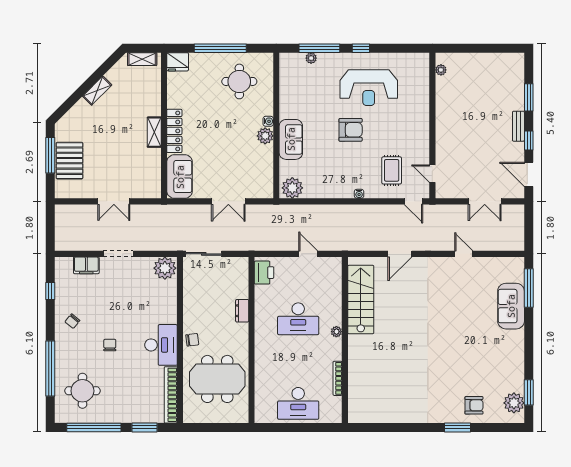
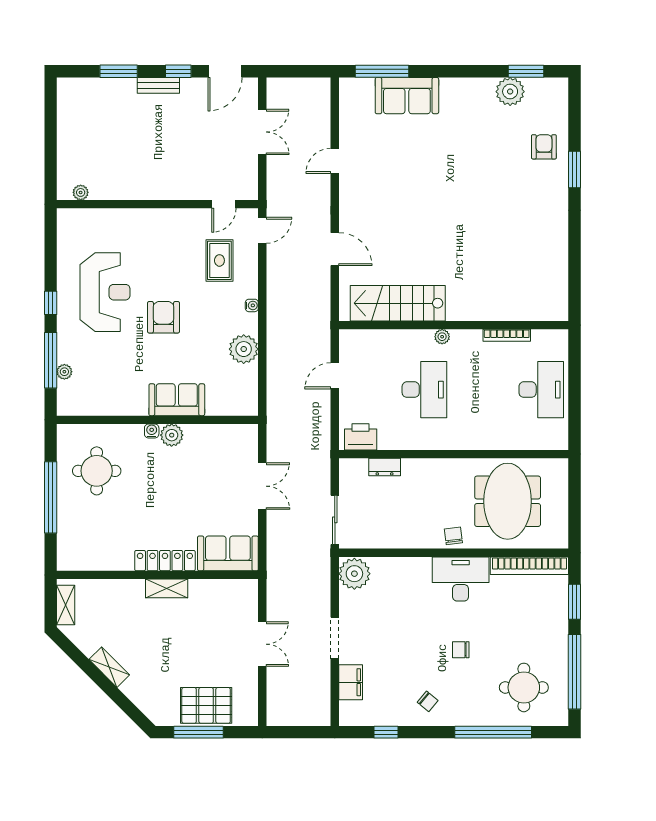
fridge: (178, 62) -> (69, 556), removed
rug: (392, 170) -> (219, 260), turned 90
plant: (292, 188) -> (244, 349), moved
dresser: (242, 311) -> (385, 467), moved
plant: (514, 403) -> (510, 92), moved

